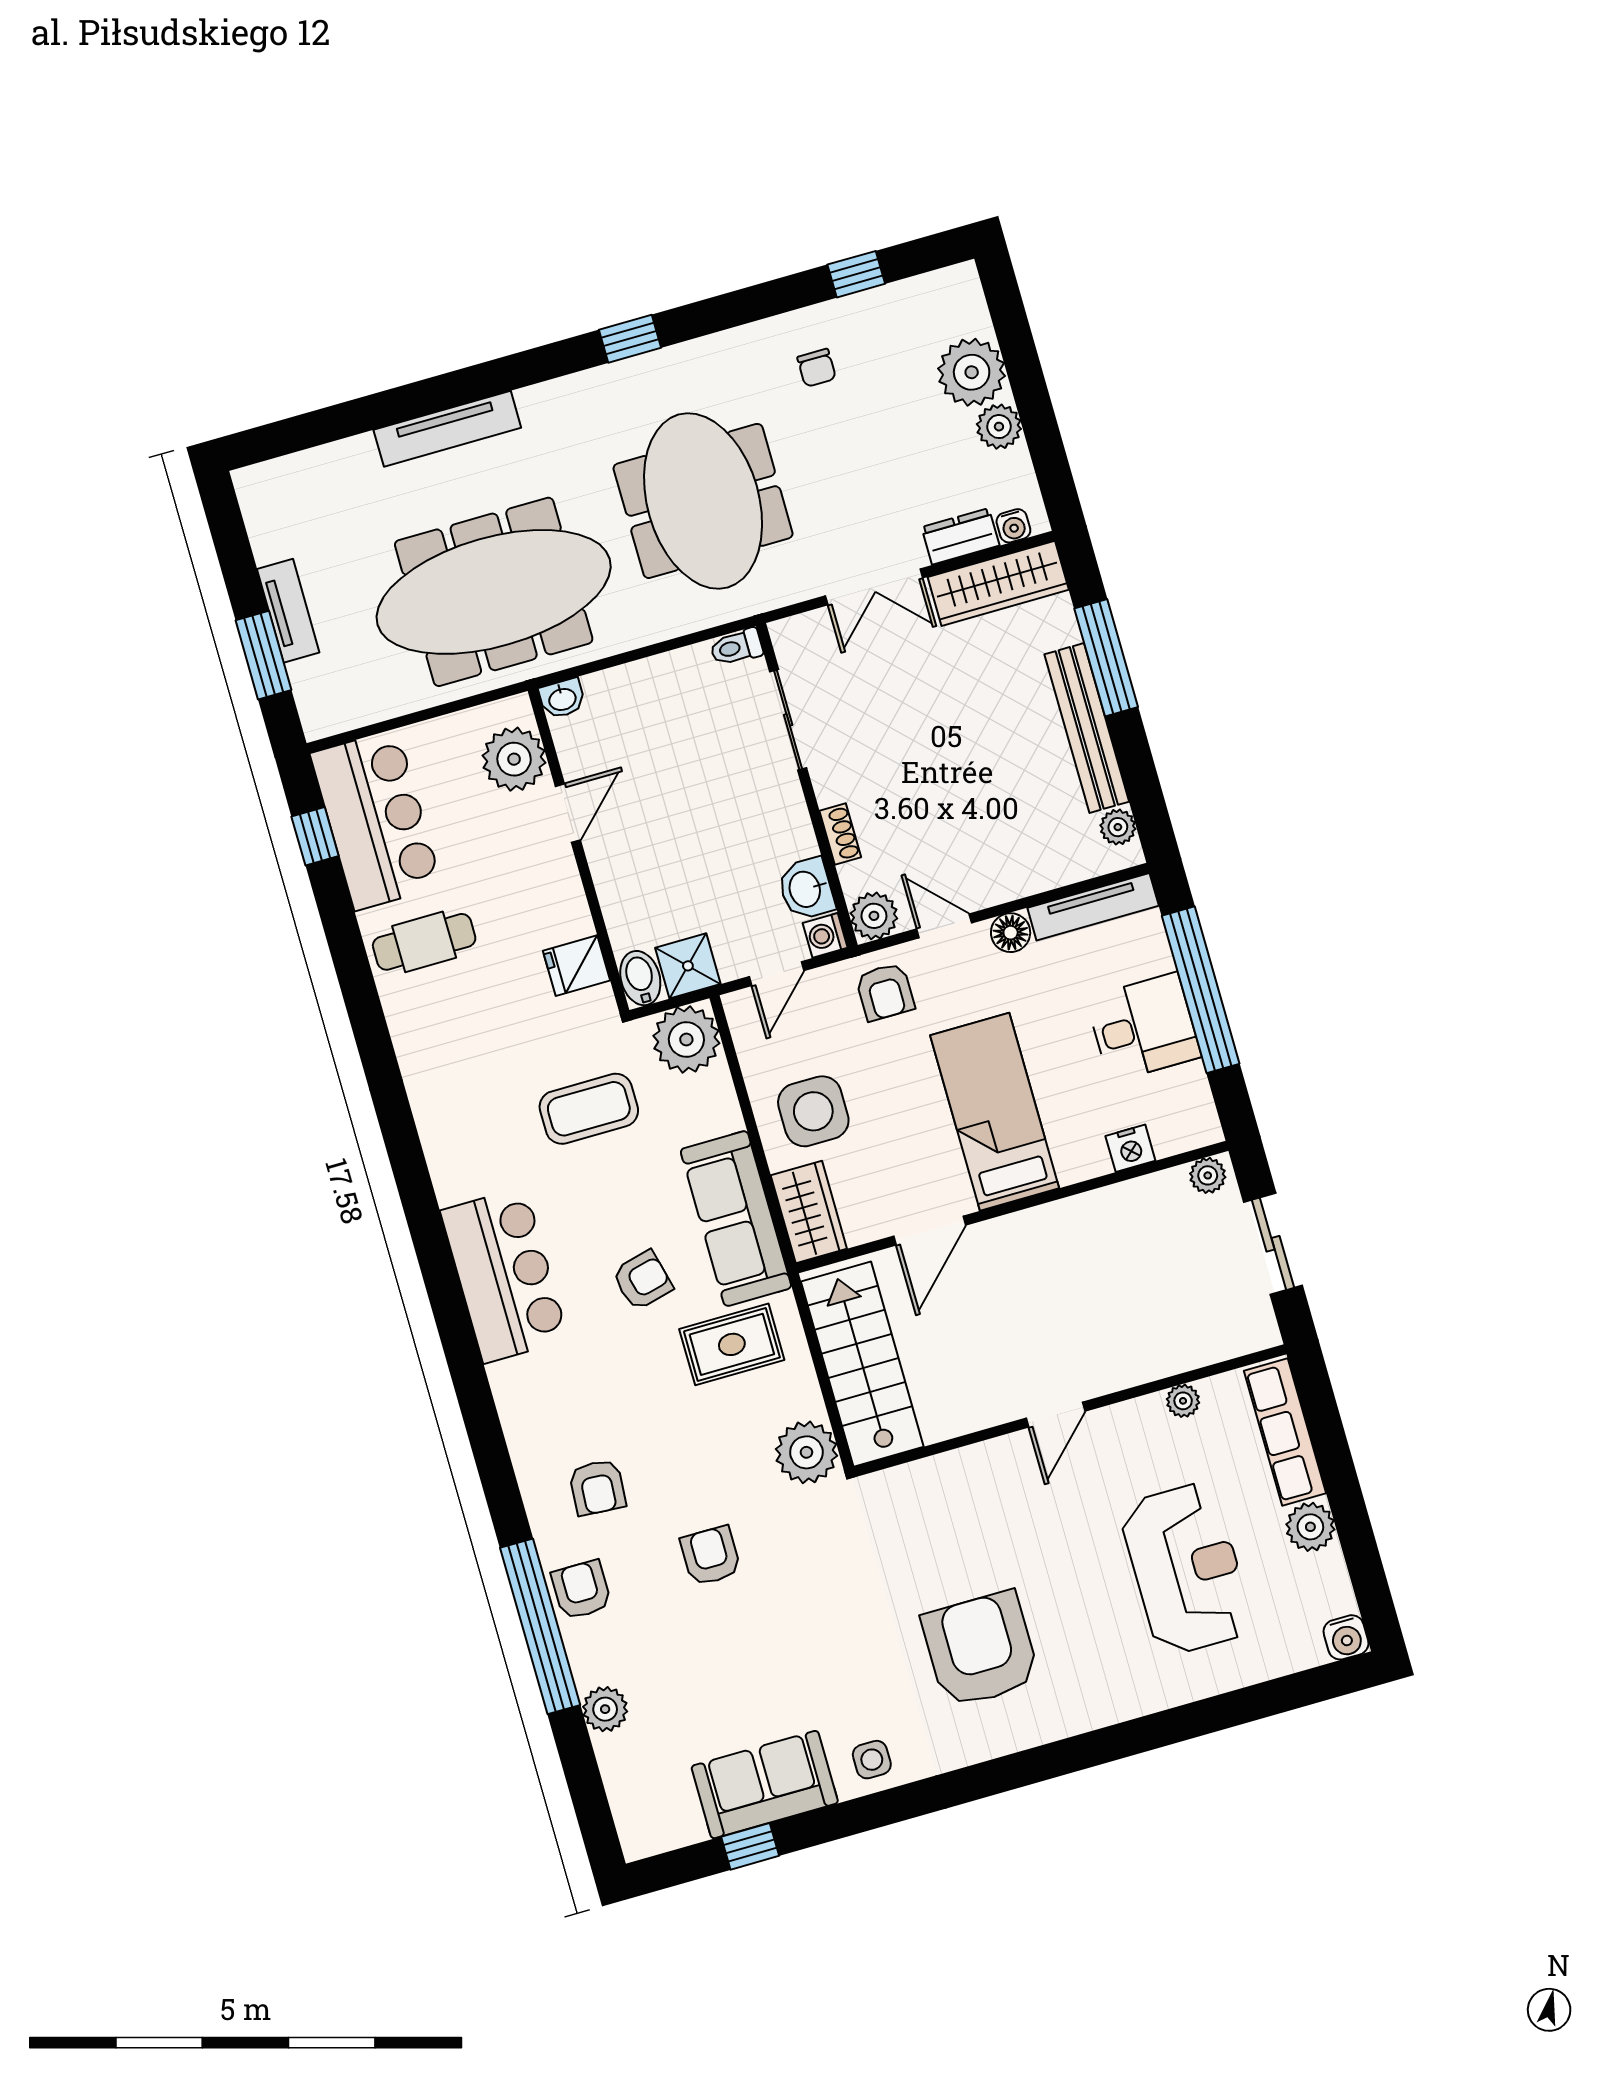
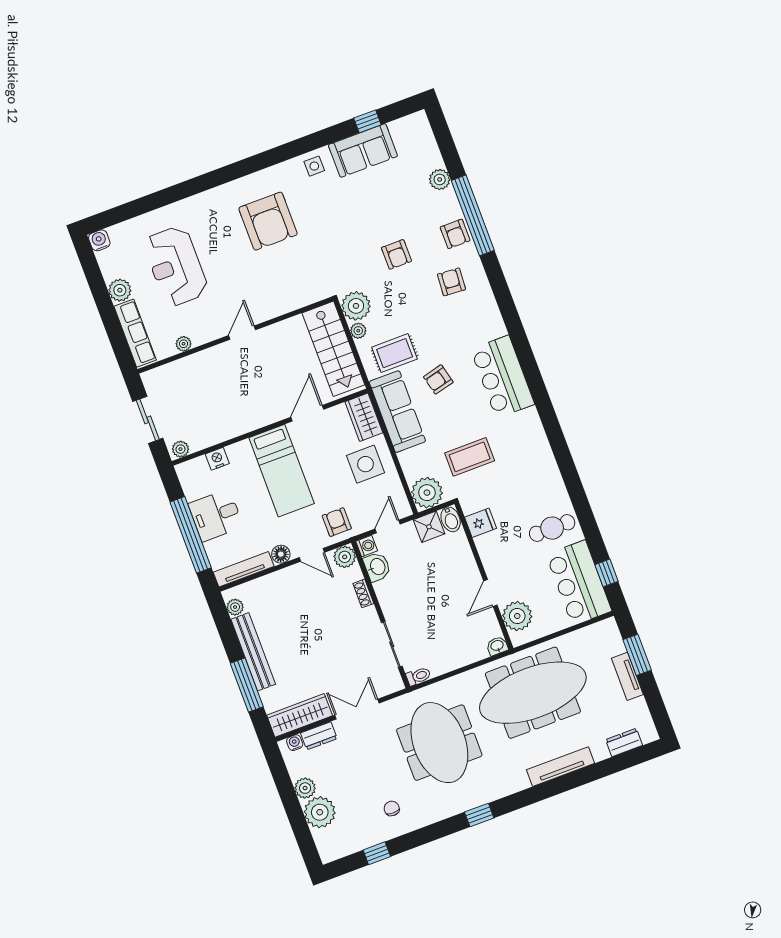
dresser: (307, 469) -> (624, 742), added
plant: (806, 1399) -> (358, 331), added

